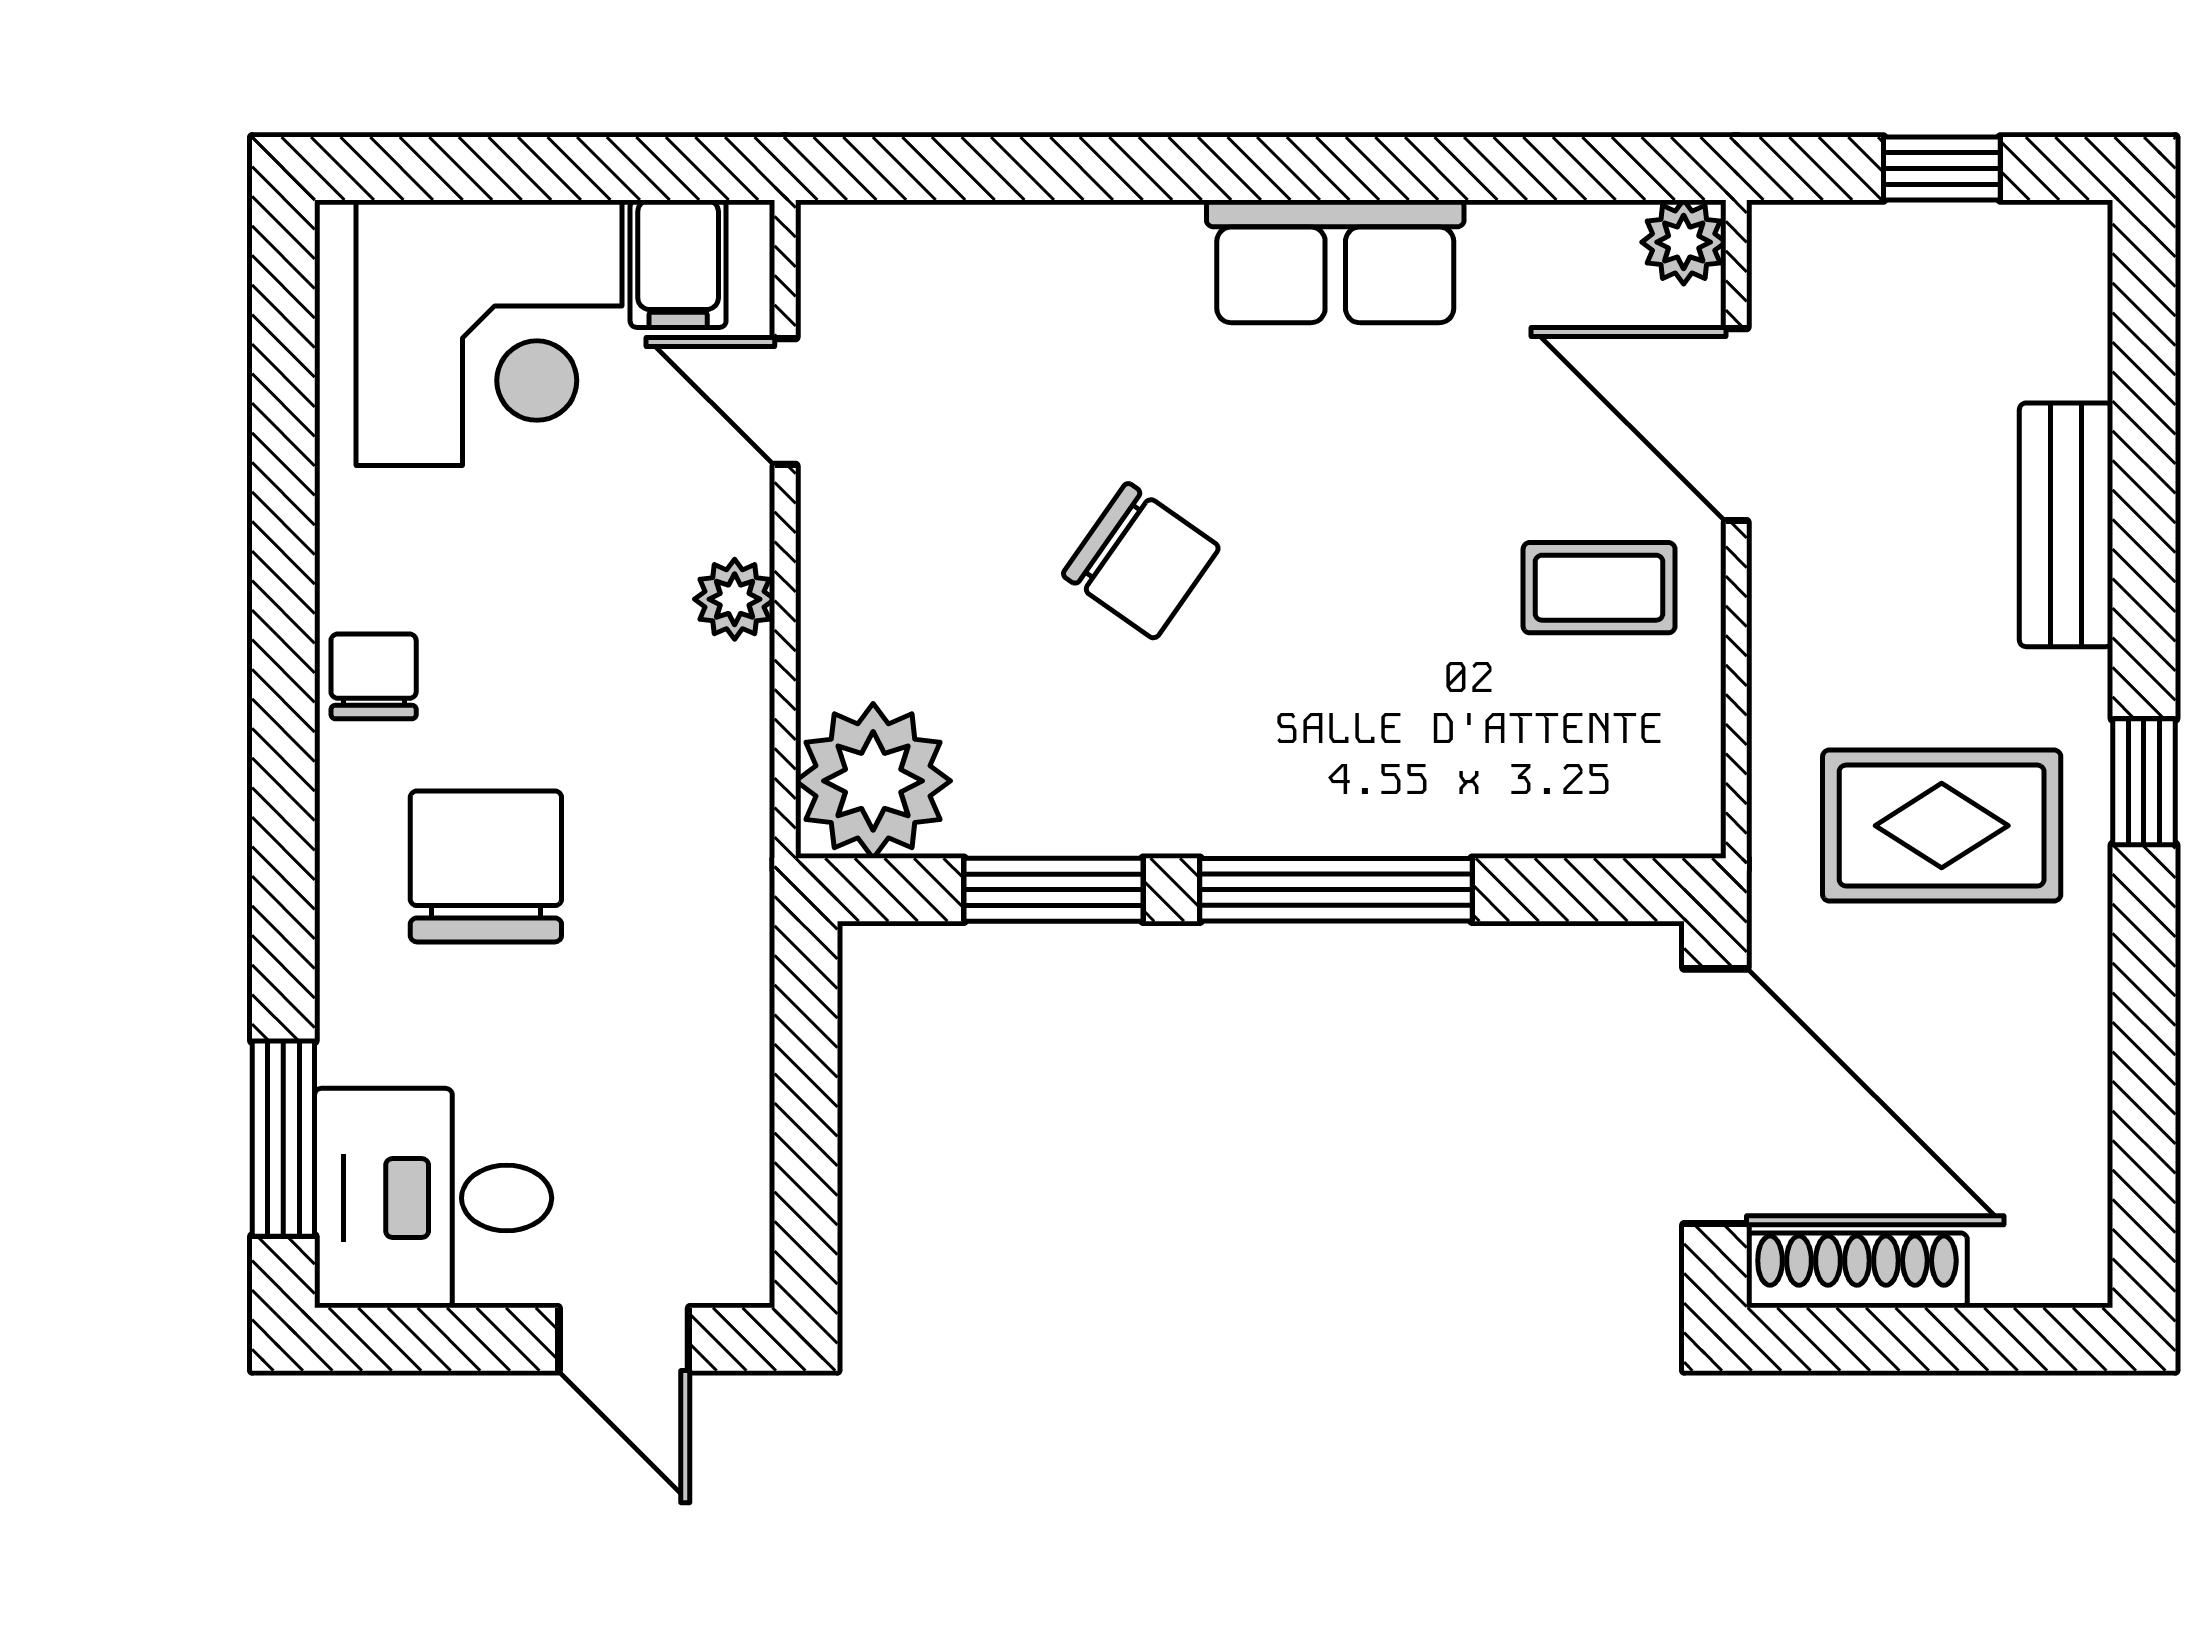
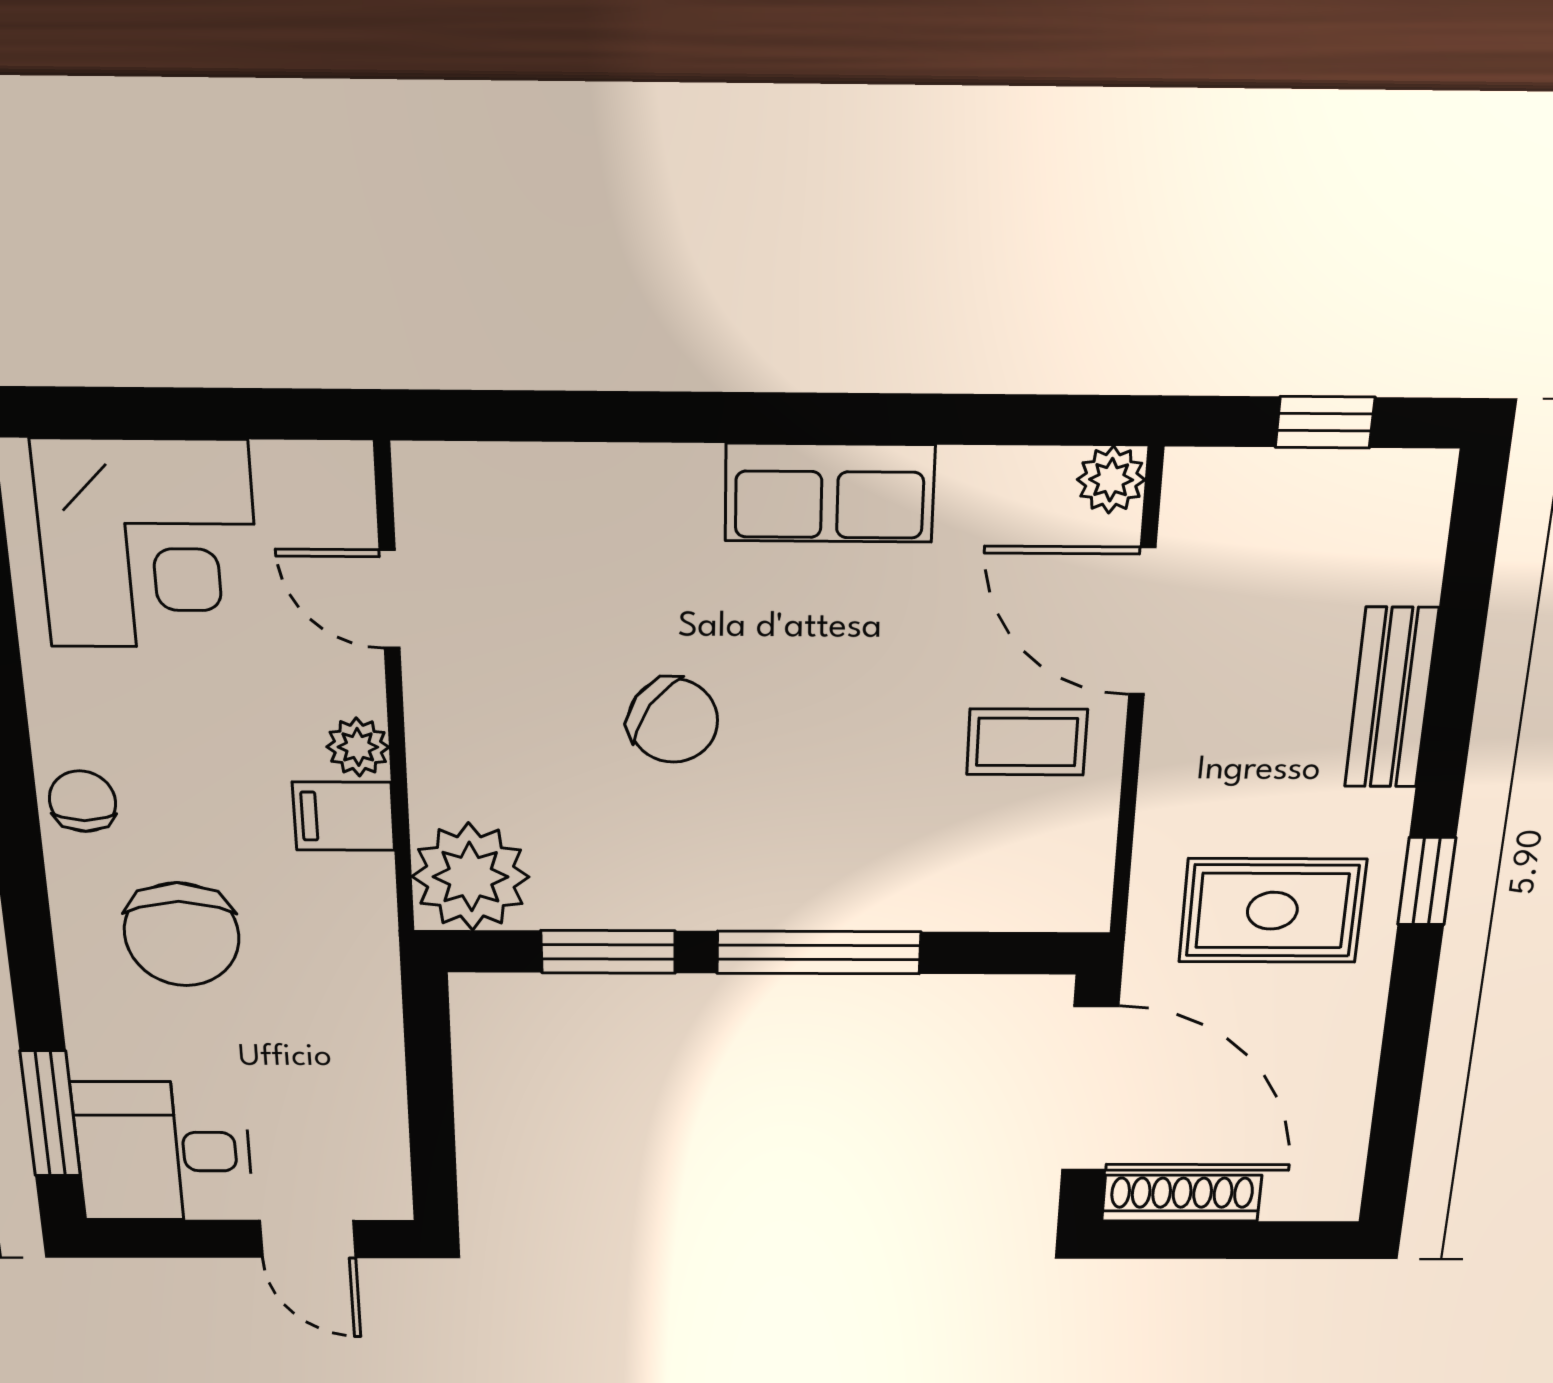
filing cabinet: (678, 264) -> (344, 816), moved, turned 90
chair: (486, 866) -> (182, 934), turned 180

